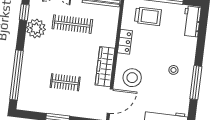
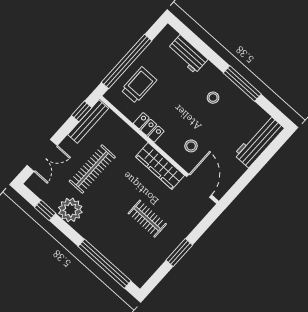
workbench: (192, 21) -> (188, 54), moved
stool: (132, 78) -> (191, 146), width x0.53, depth x0.53
clothes rail: (65, 82) -> (147, 219), turned 90

